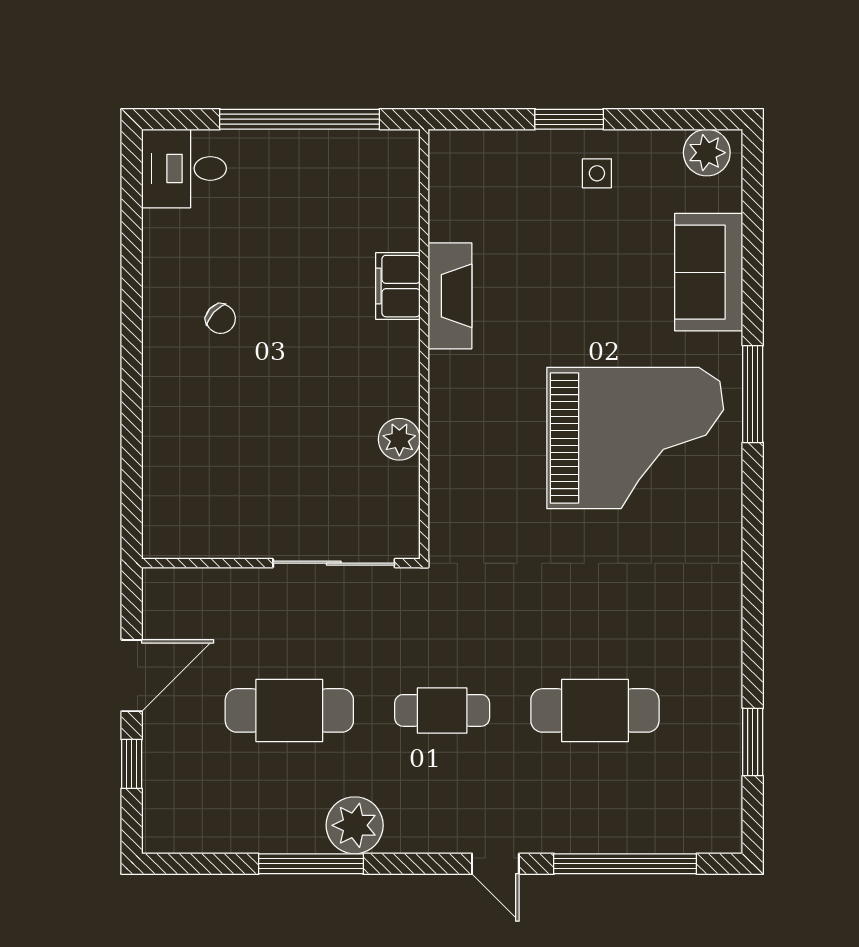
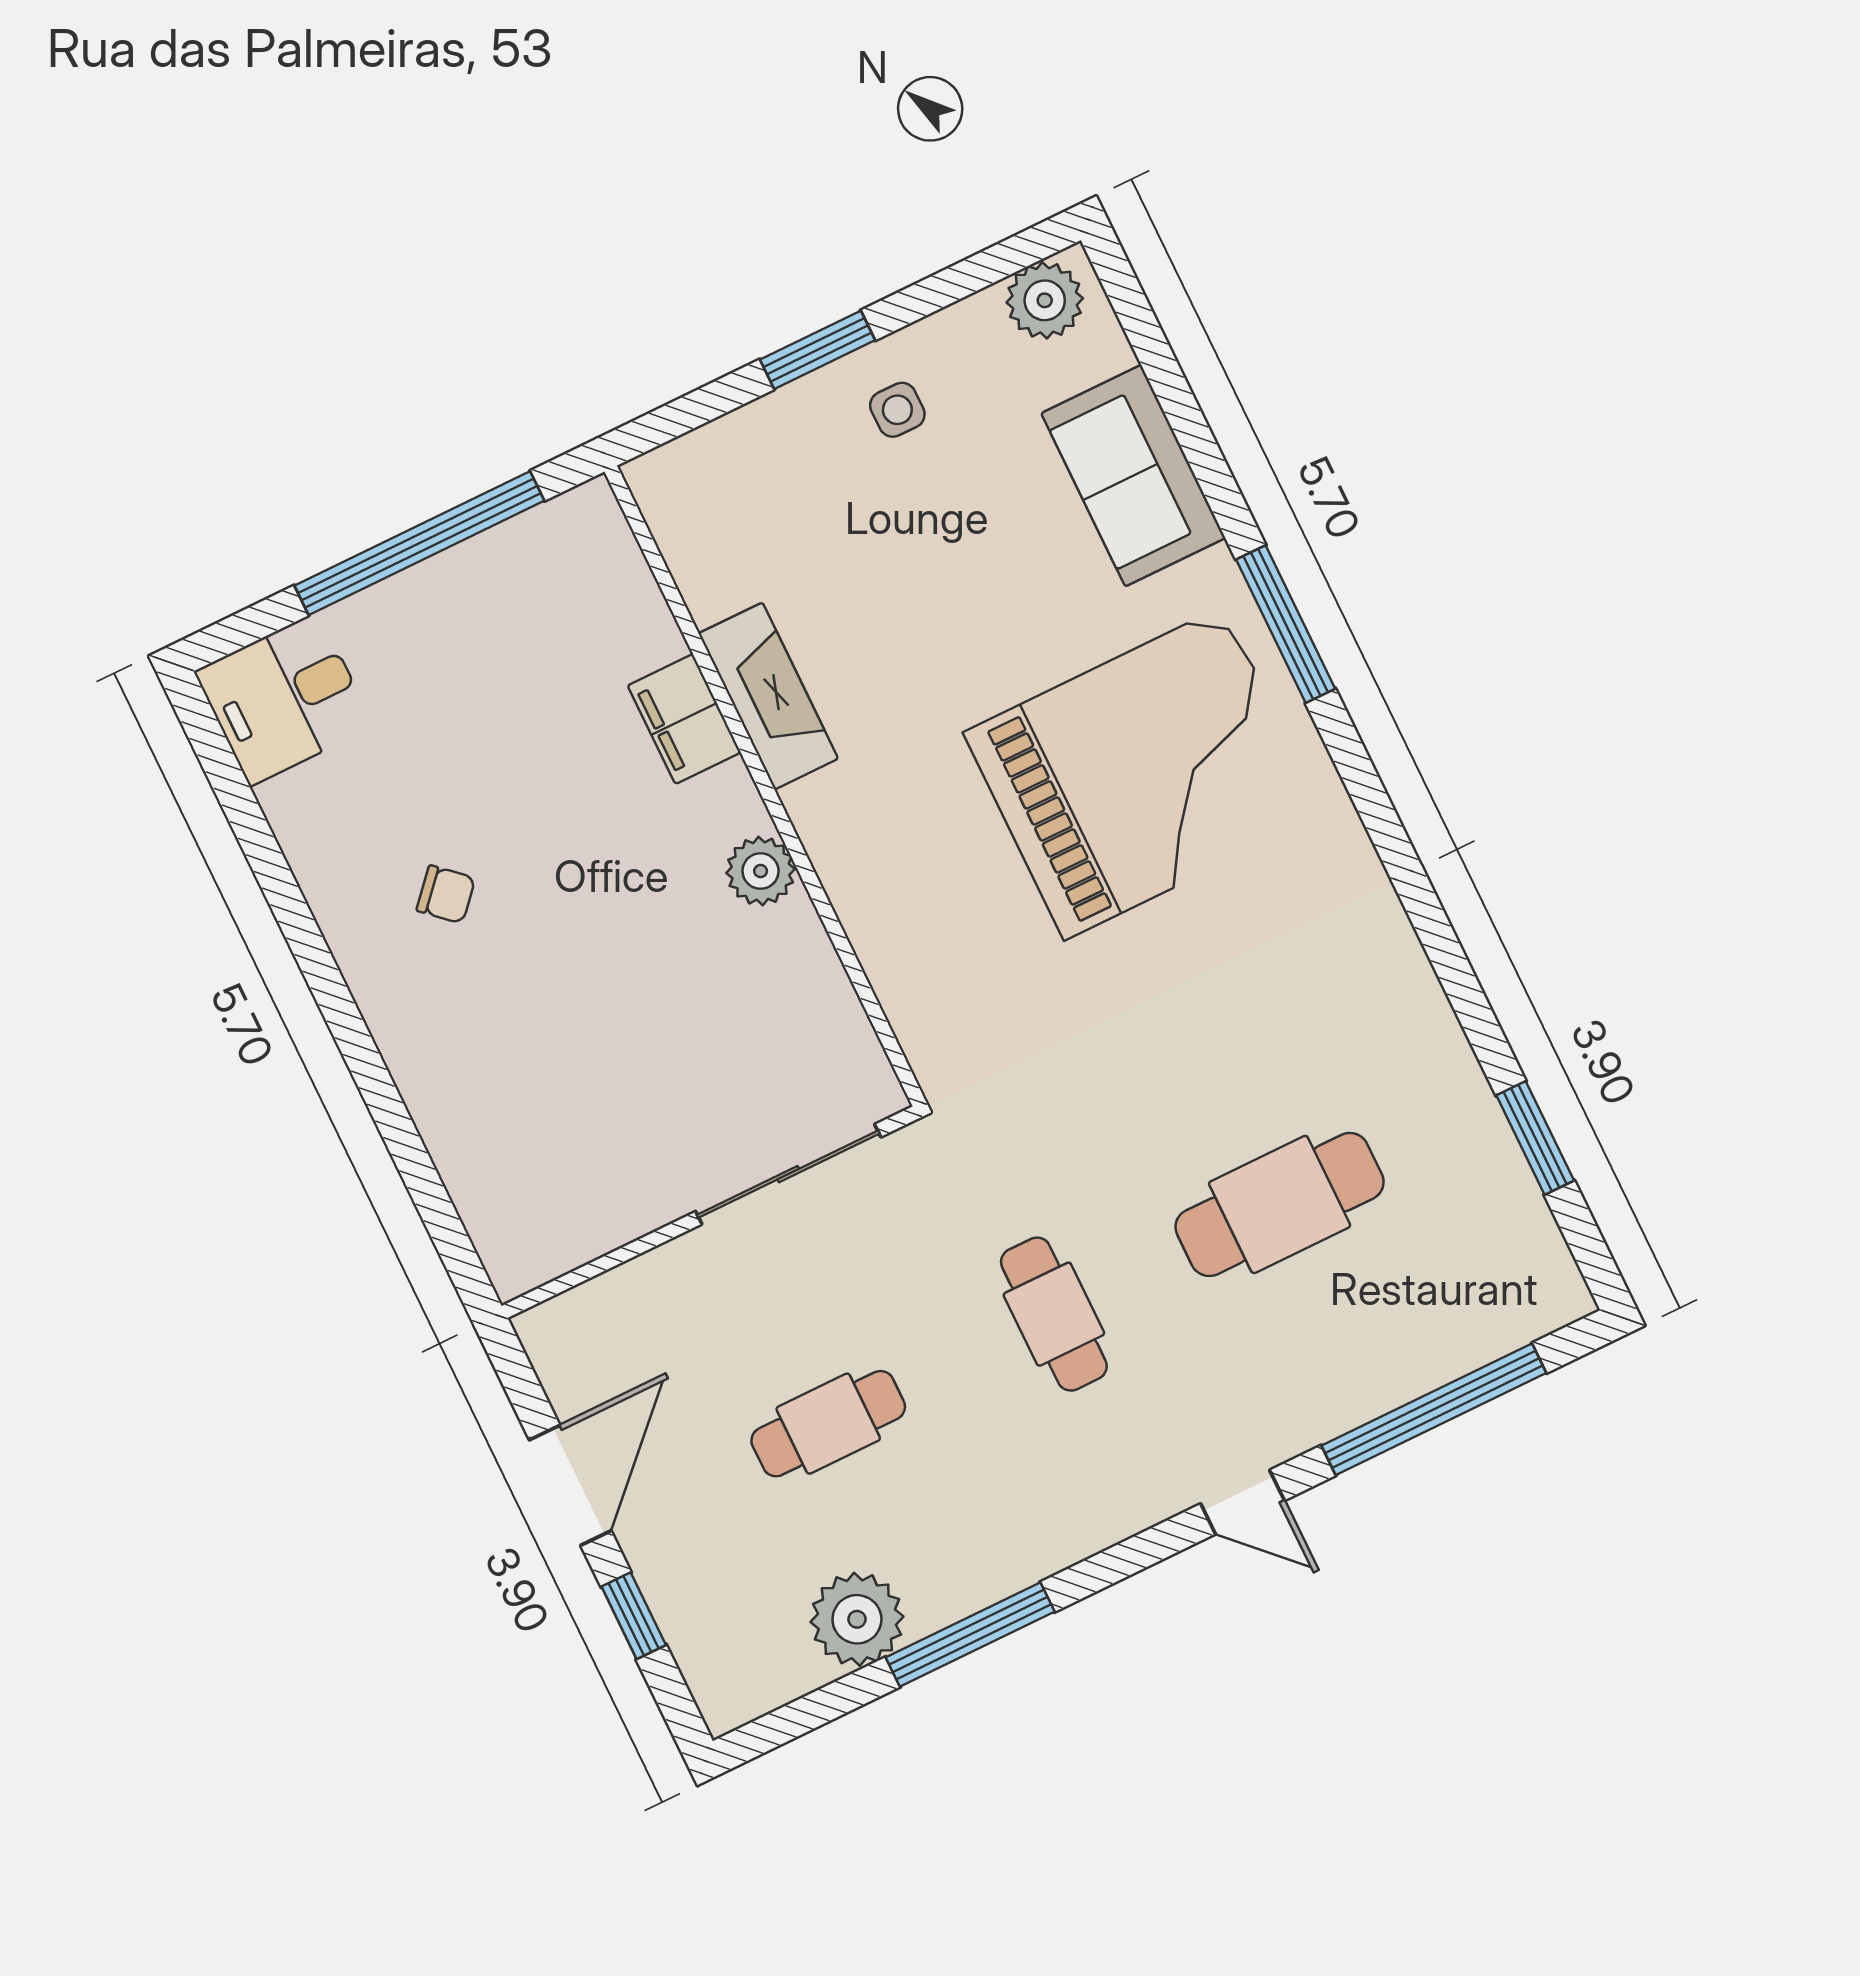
plant: (399, 439) -> (761, 871), moved
cafe table: (289, 710) -> (828, 1424), width x0.73, depth x0.74
cafe table: (442, 710) -> (1054, 1314), turned 90
plant: (355, 825) -> (857, 1619), moved

